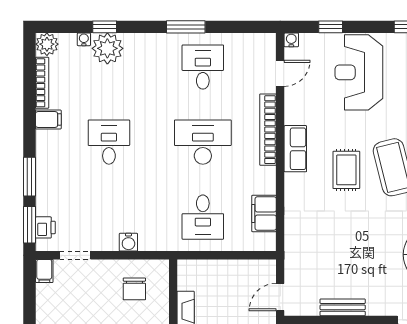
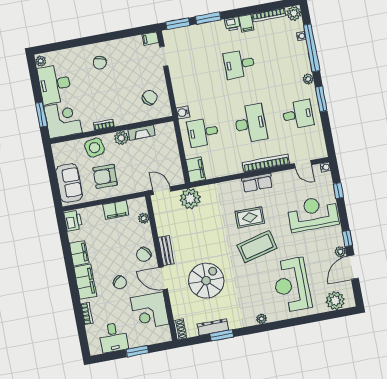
window: (105, 27) -> (312, 48), width x3.17
plant: (107, 48) -> (308, 79), moved, width x0.53, depth x0.53
desk: (109, 142) -> (239, 64), turned 180
filing cabinet: (264, 214) -> (196, 170), moved, turned 90
printer: (45, 227) -> (232, 24), moved
water cooler: (128, 242) -> (183, 112), moved
plant: (300, 256) -> (190, 199), added
chair: (134, 289) -> (150, 98), turned 143
bench: (343, 307) -> (166, 251), moved

